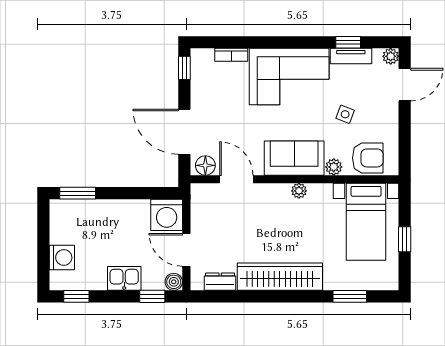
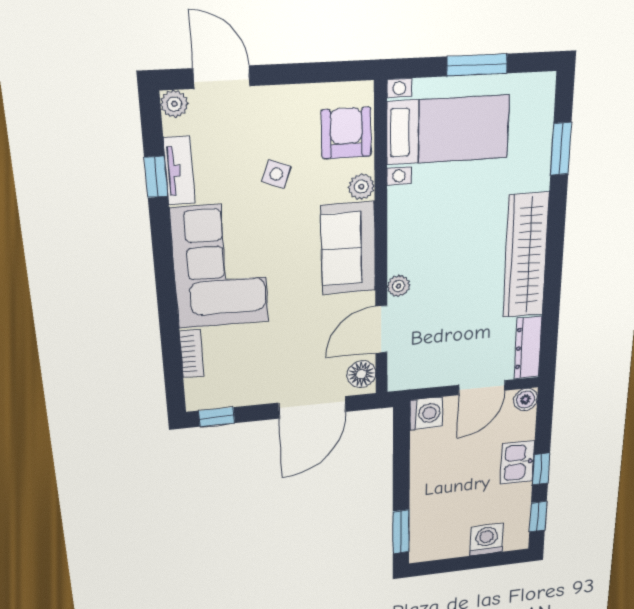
plant: (299, 191) -> (399, 286), moved
washing machine: (167, 215) -> (426, 413), width x0.73, depth x0.73
window: (405, 239) -> (477, 65), width x1.50
dresser: (220, 282) -> (528, 348), width x1.44
window: (152, 296) -> (541, 469), moved

